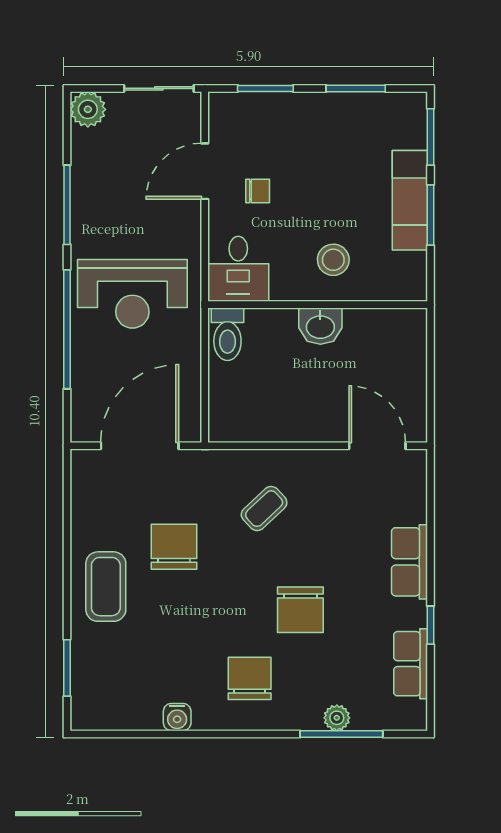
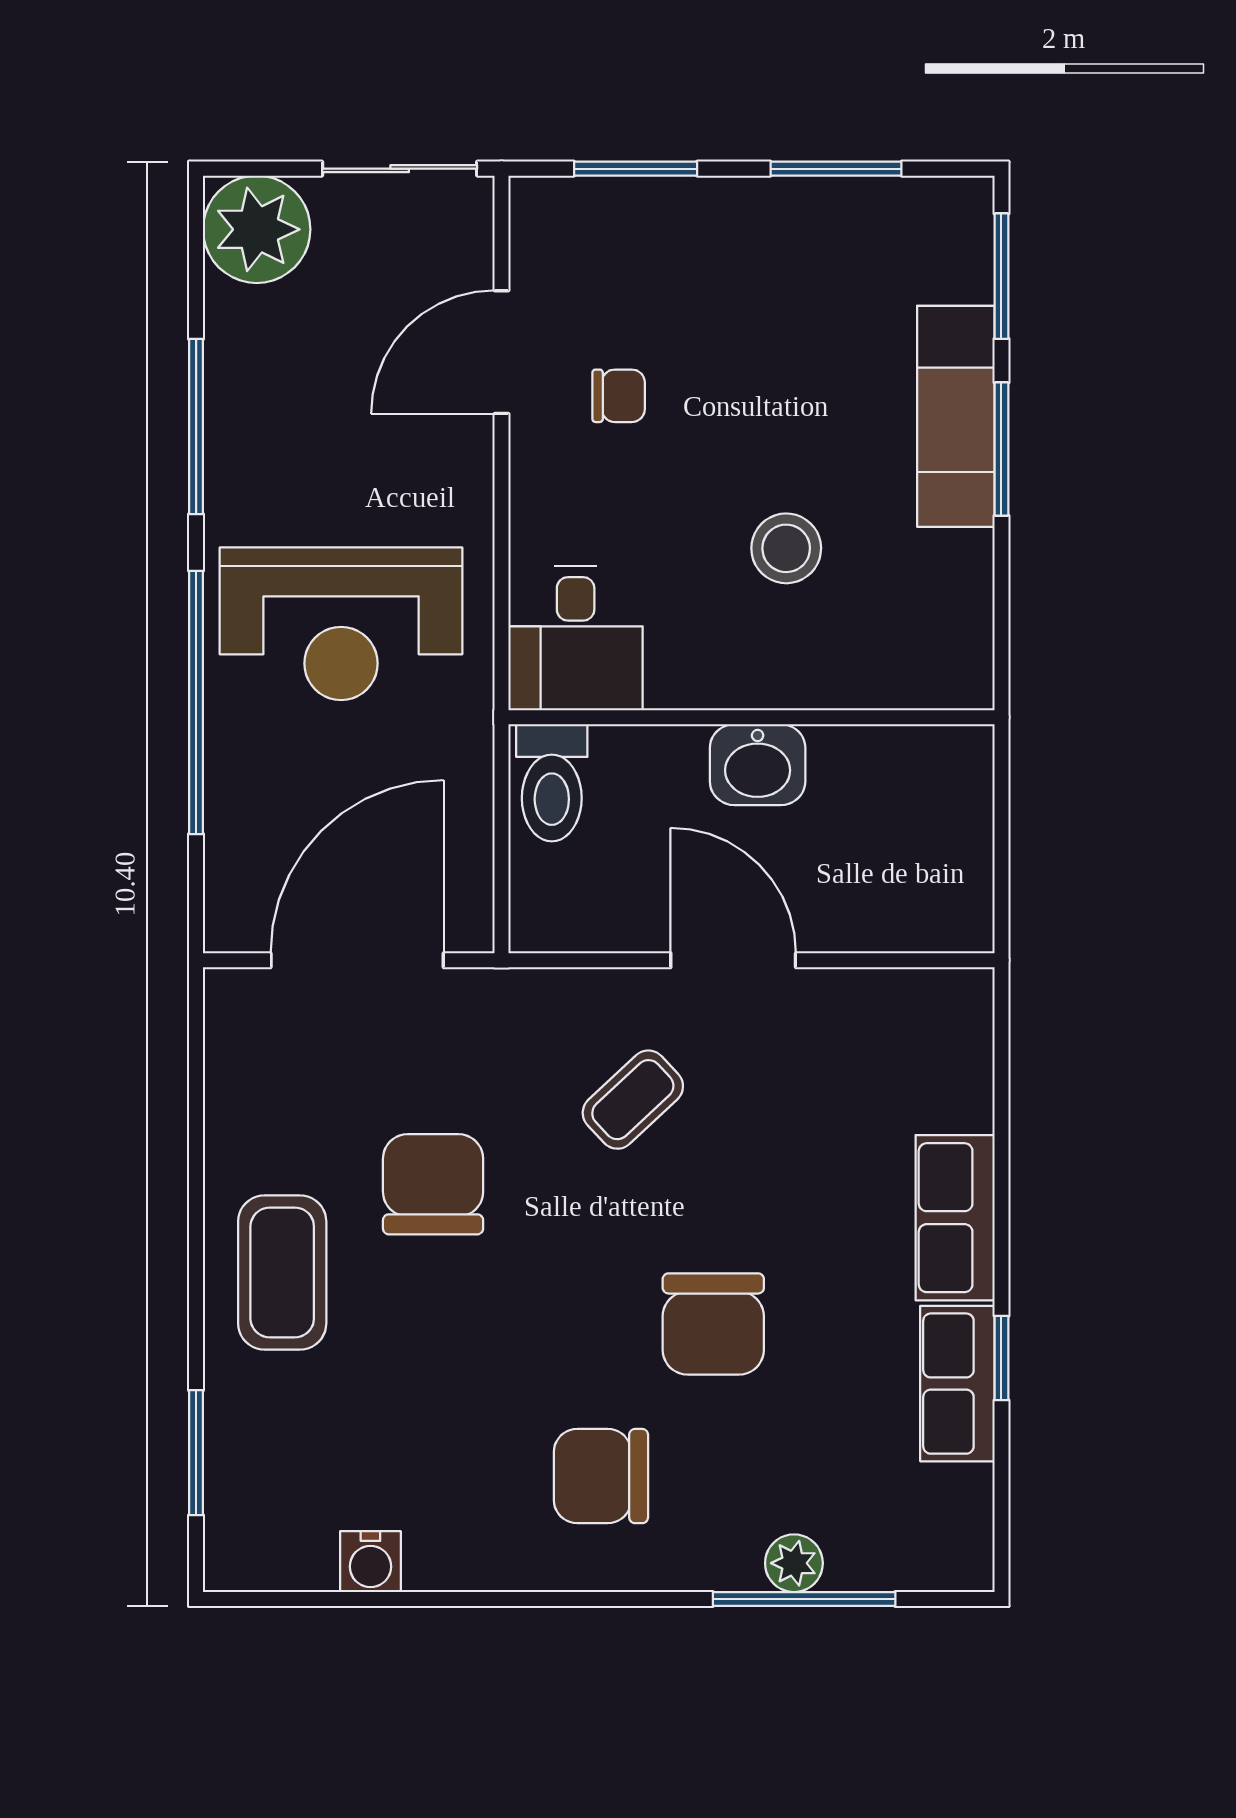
plant: (88, 109) -> (257, 229), width x1.36, depth x1.36
desk: (238, 269) -> (576, 638), moved
wall: (318, 305) -> (752, 717), moved
washbasin: (320, 326) -> (758, 765), moved
toilet: (227, 334) -> (552, 783), moved
door: (377, 446) -> (733, 960), moved
row of seats: (411, 664) -> (957, 1384), moved
chair: (250, 678) -> (601, 1476), turned -90
water cooler: (177, 717) -> (370, 1562), moved

